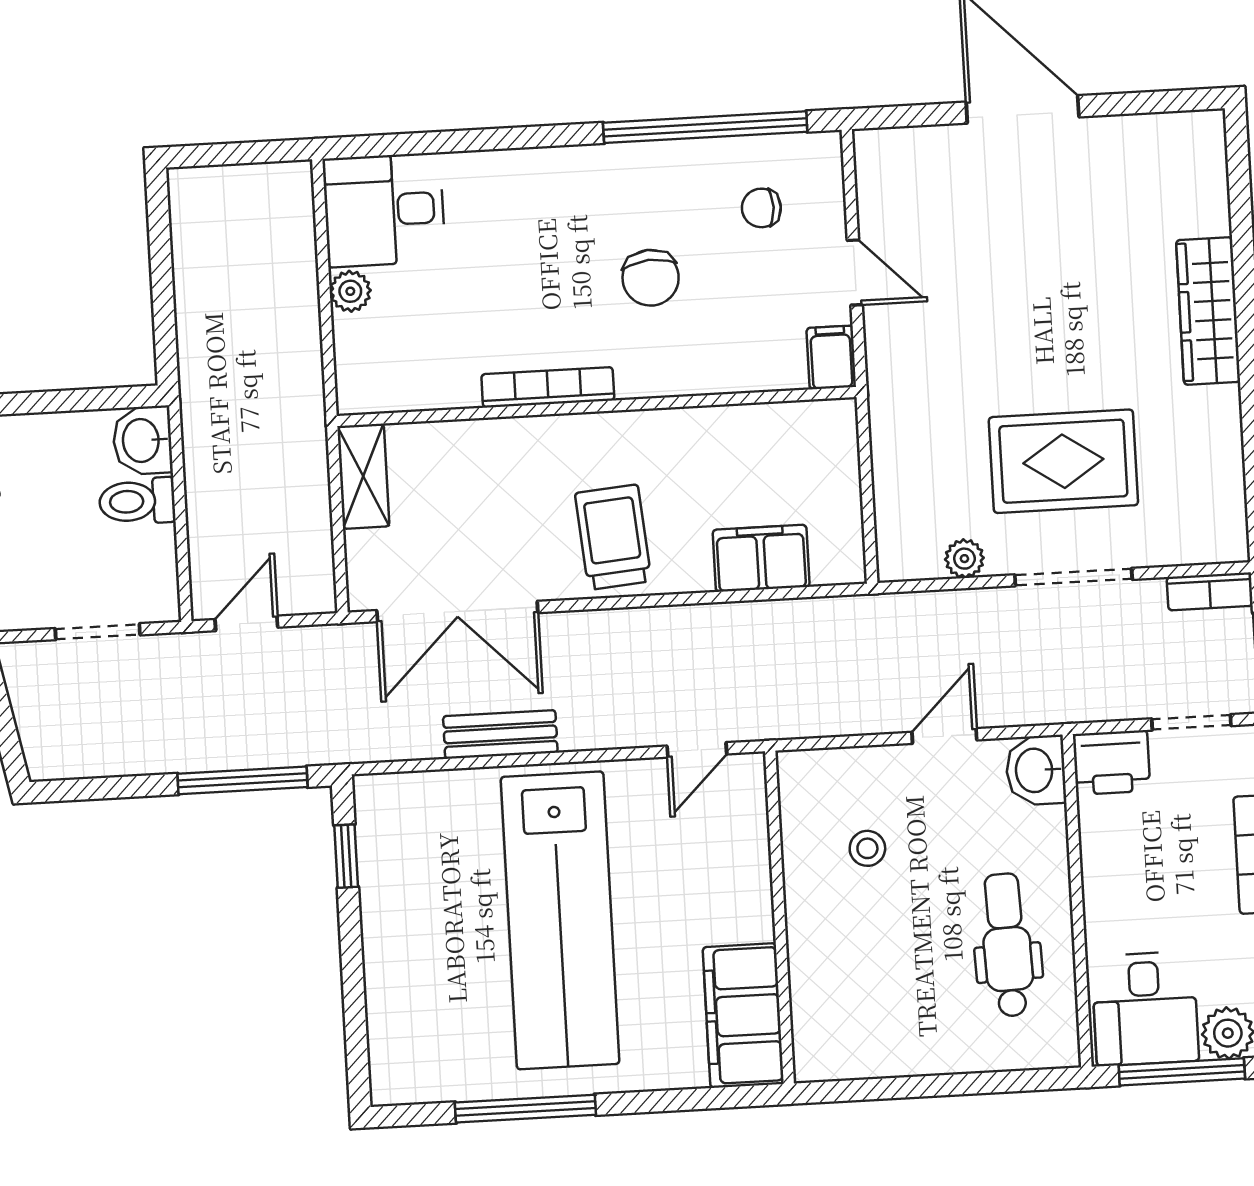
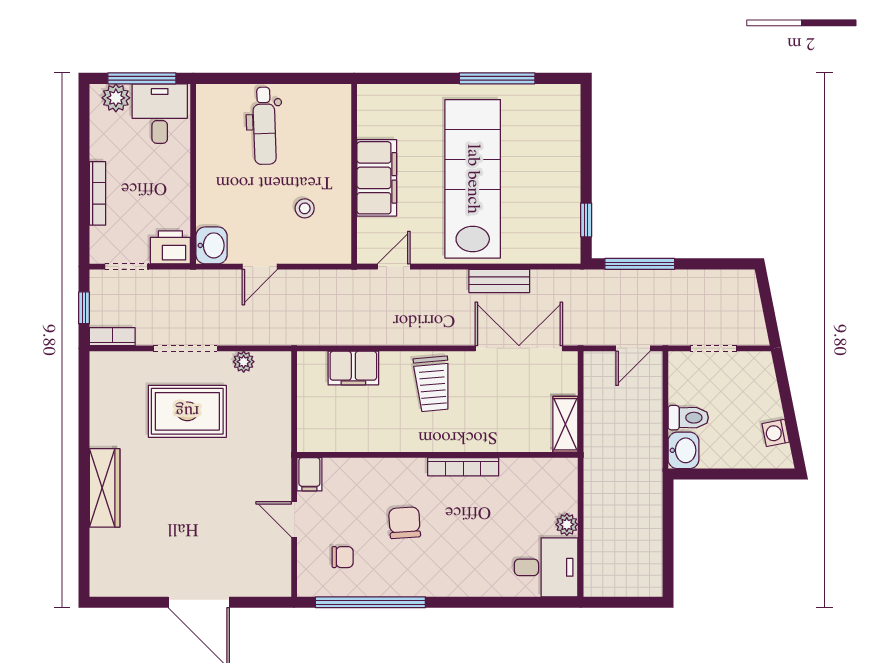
dental chair: (1007, 945) -> (264, 126), moved
filing cabinet: (743, 1016) -> (377, 178), moved

